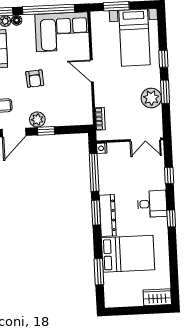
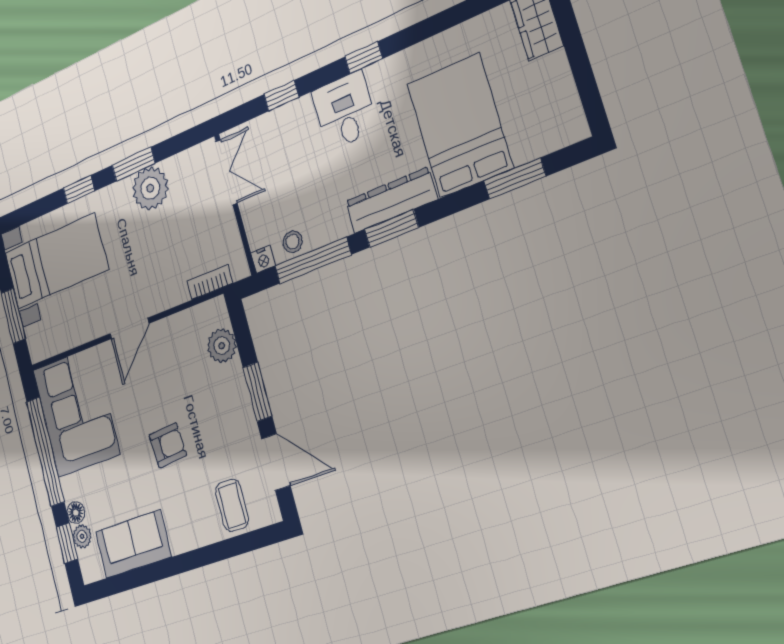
plant: (37, 120) -> (222, 346), moved
window: (46, 131) -> (257, 392), width x1.50
stool: (105, 165) -> (293, 242), added

